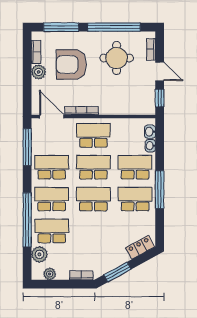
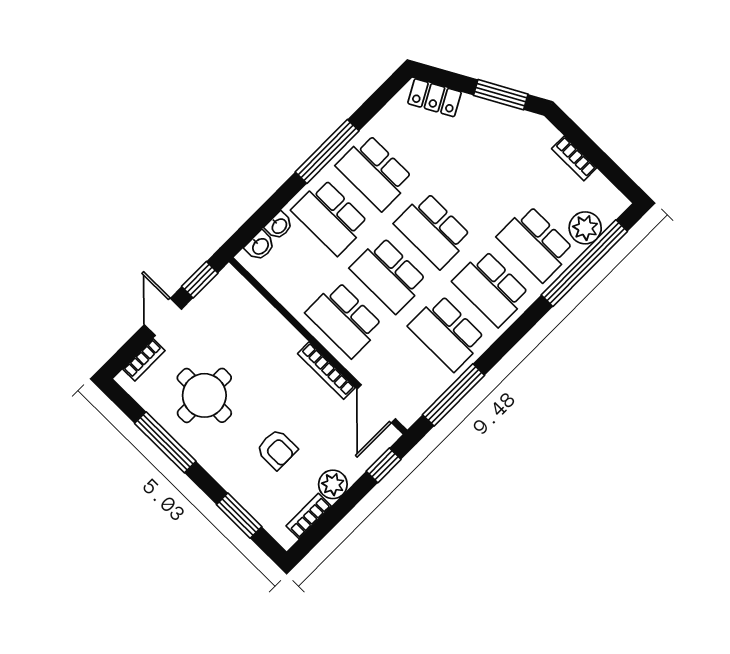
window: (61, 27) -> (239, 516), width x0.69
window: (114, 27) -> (165, 442), width x0.68
armchair: (71, 65) -> (277, 449), width x0.53, depth x0.53
window: (27, 97) -> (384, 465), added
window: (27, 220) -> (584, 263), moved
plant: (50, 274) -> (598, 186), removed
bookcase: (81, 275) -> (574, 158), moved

